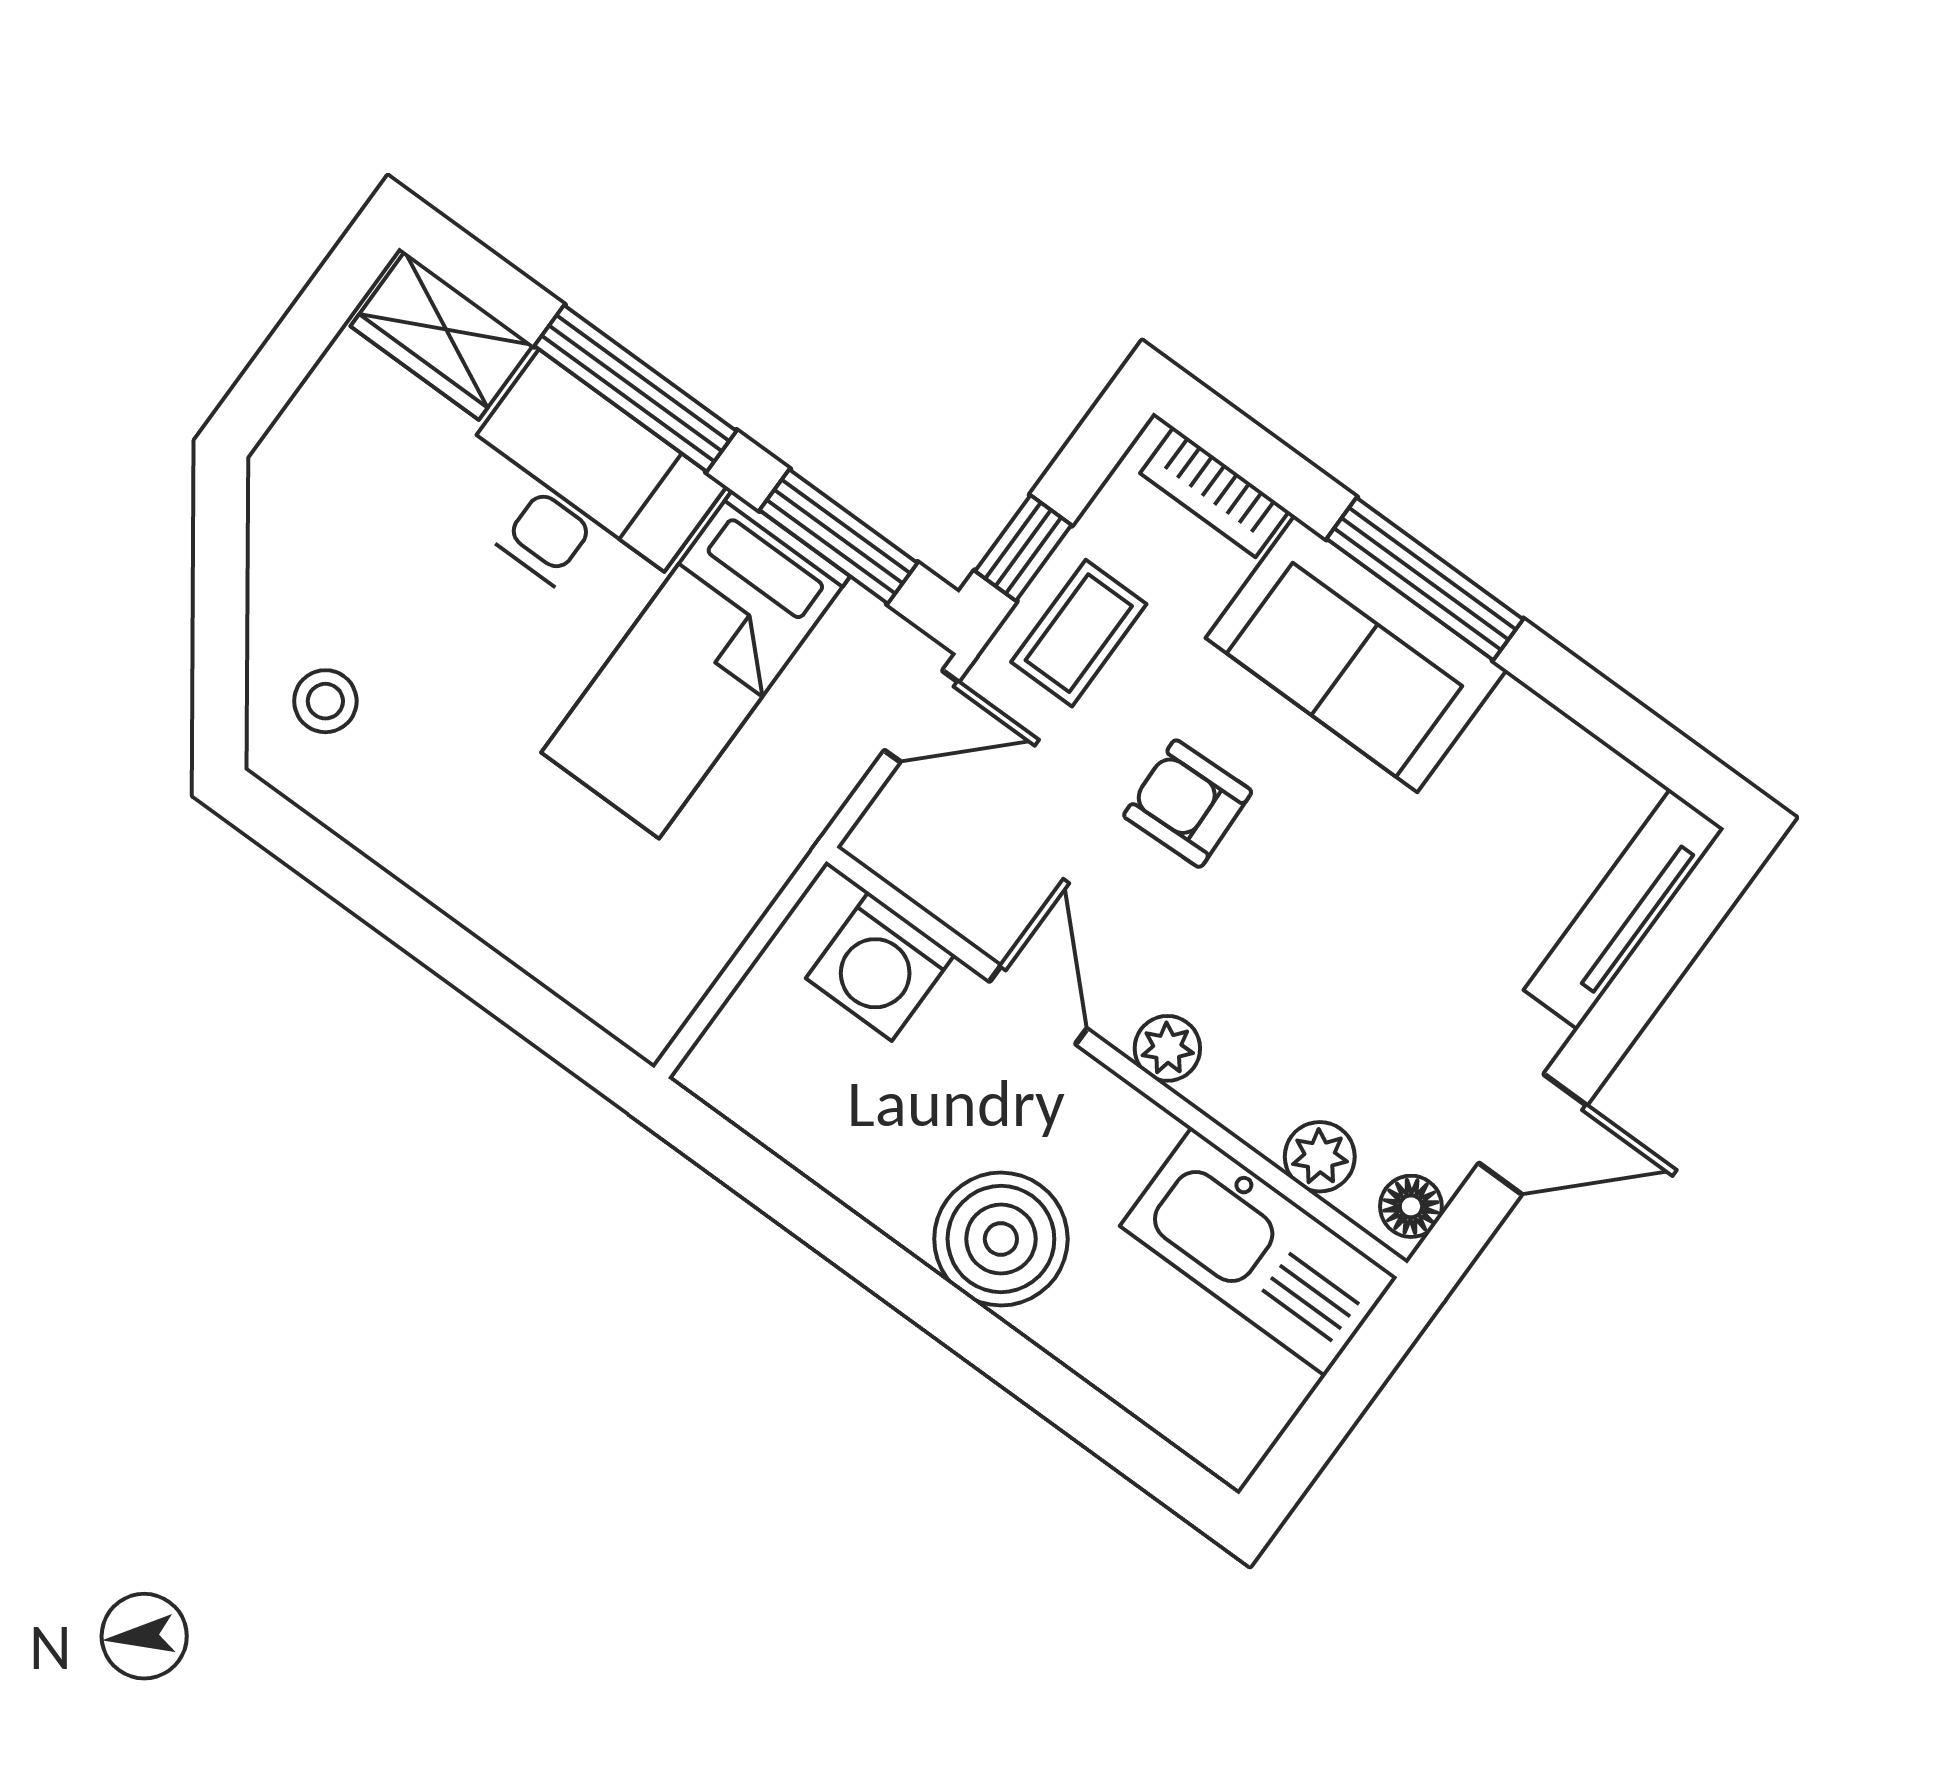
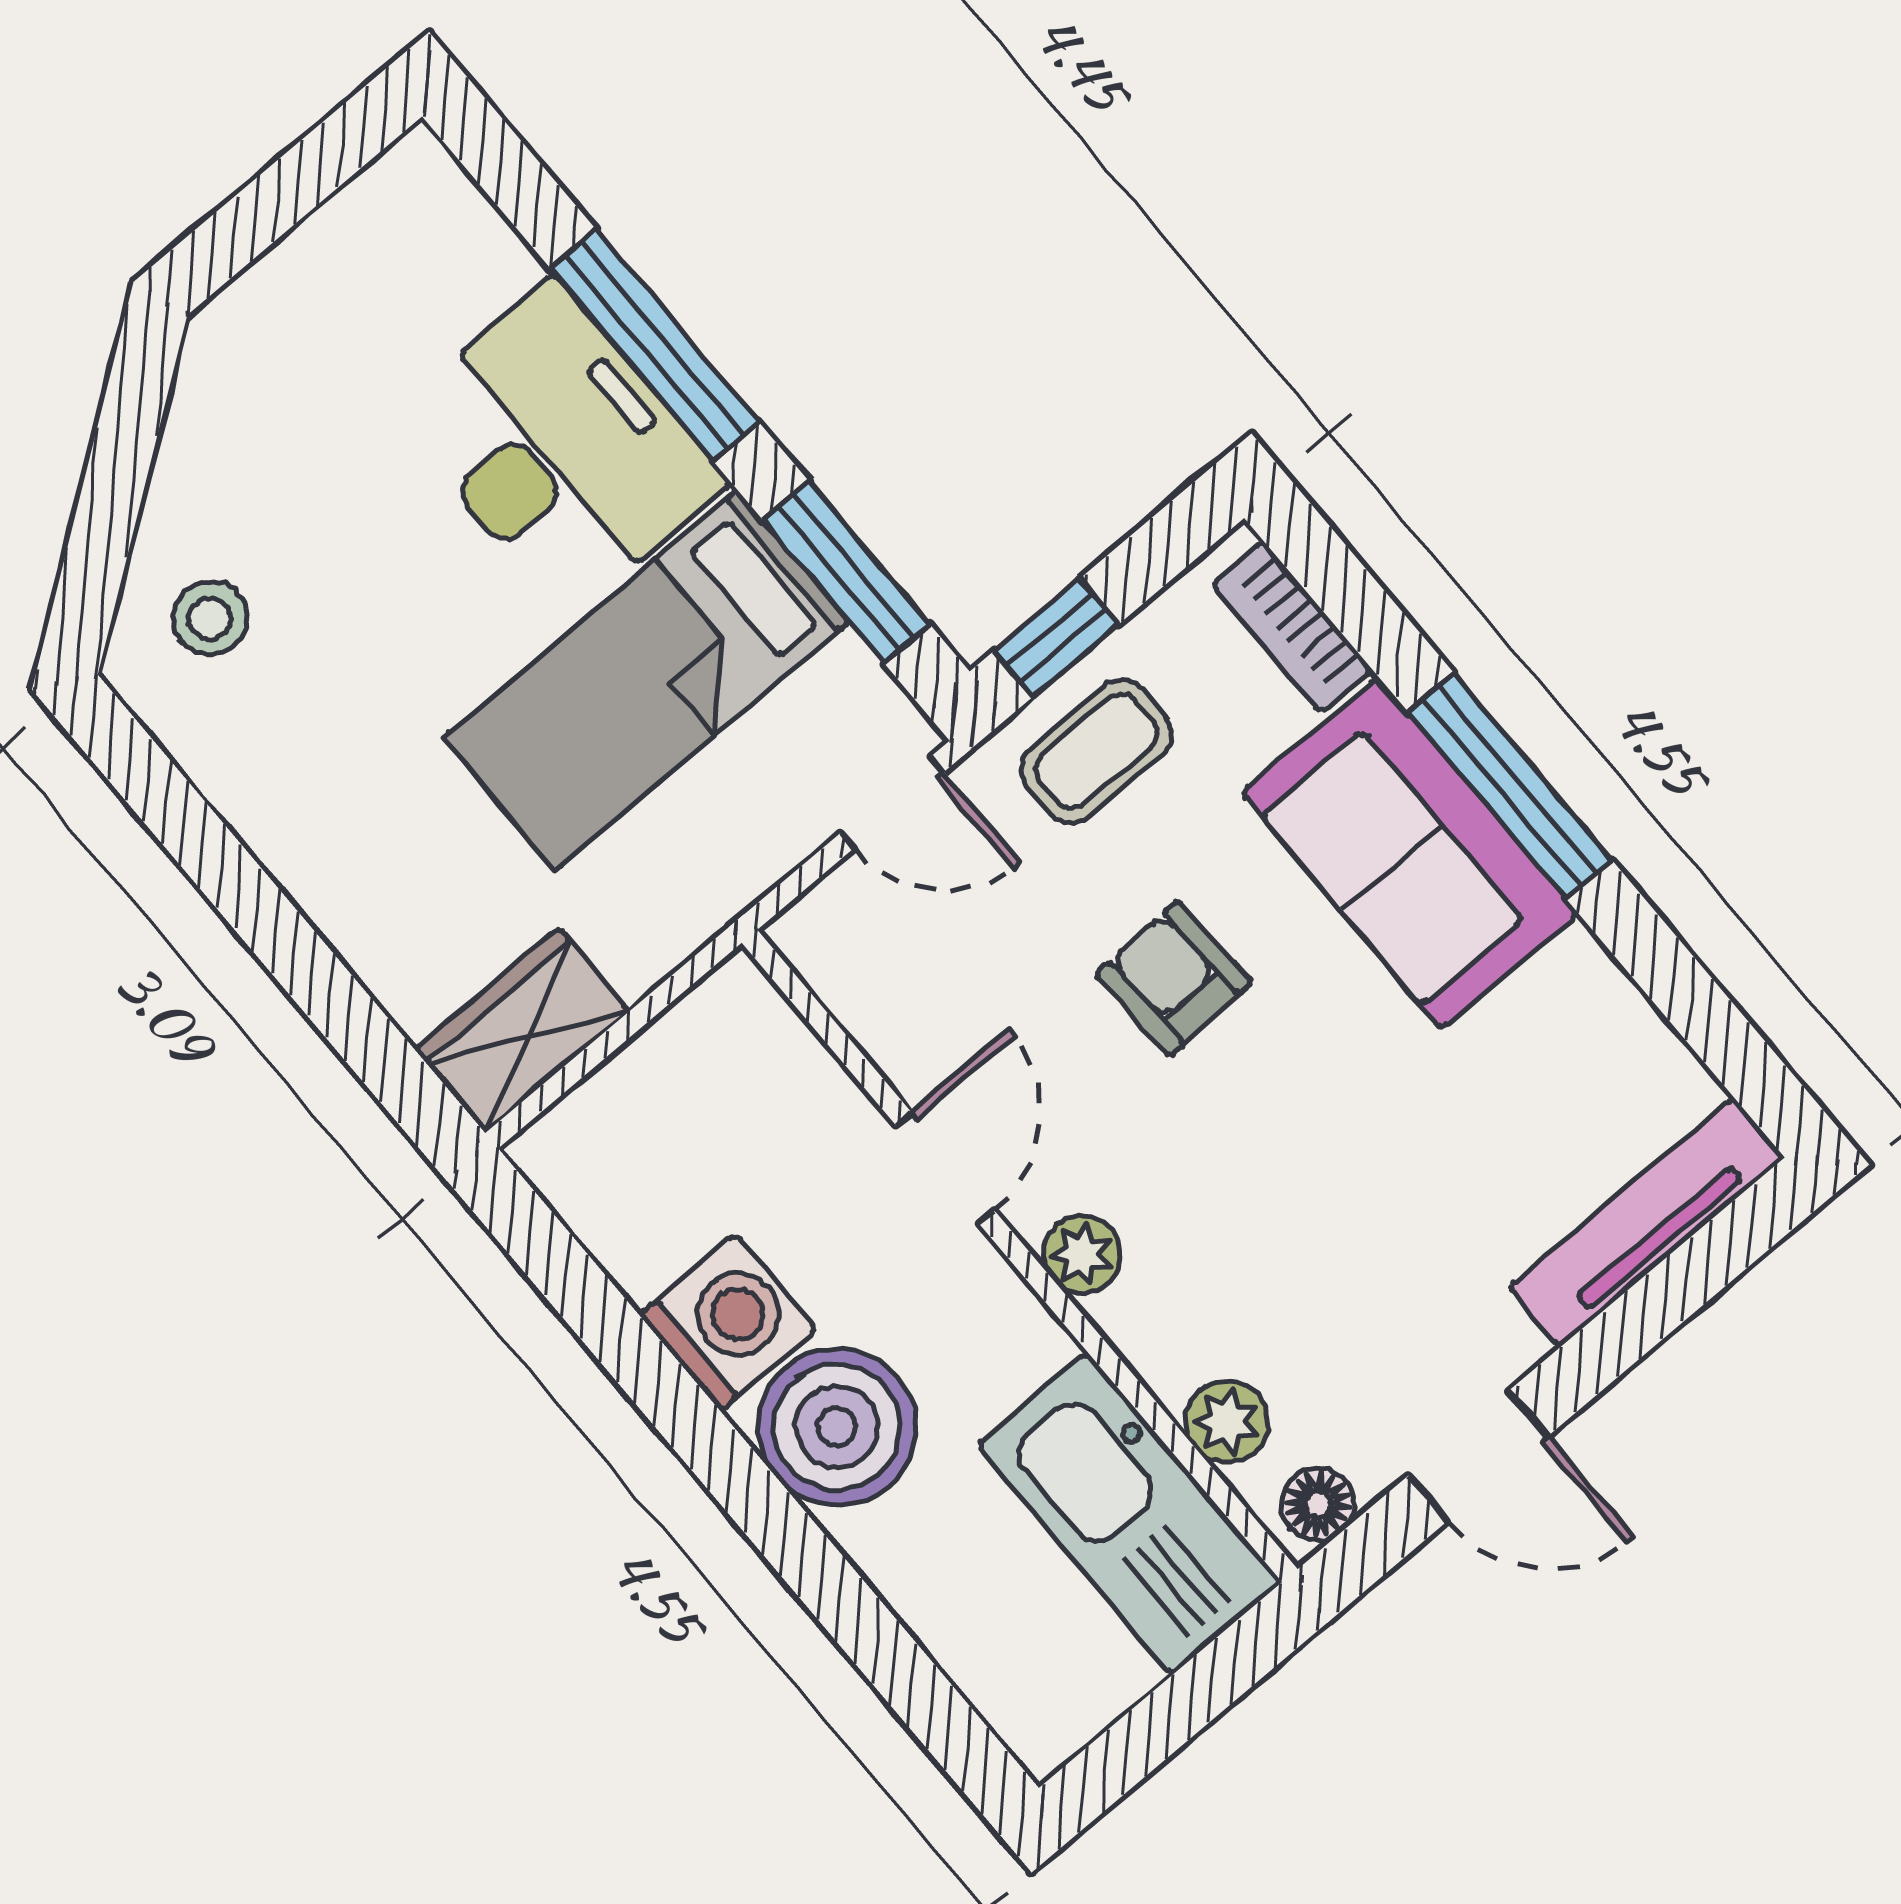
wardrobe: (442, 336) -> (522, 1031), moved, turned 90
washing machine: (880, 966) -> (728, 1322), moved, turned 180

